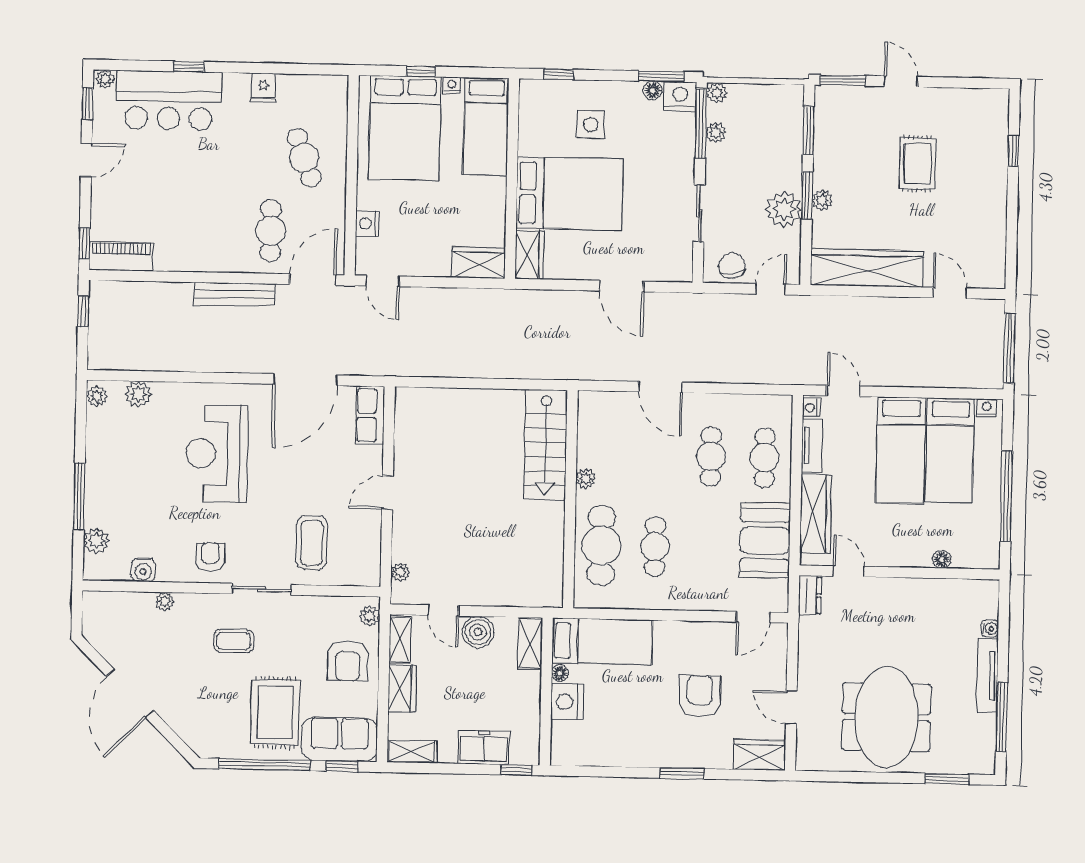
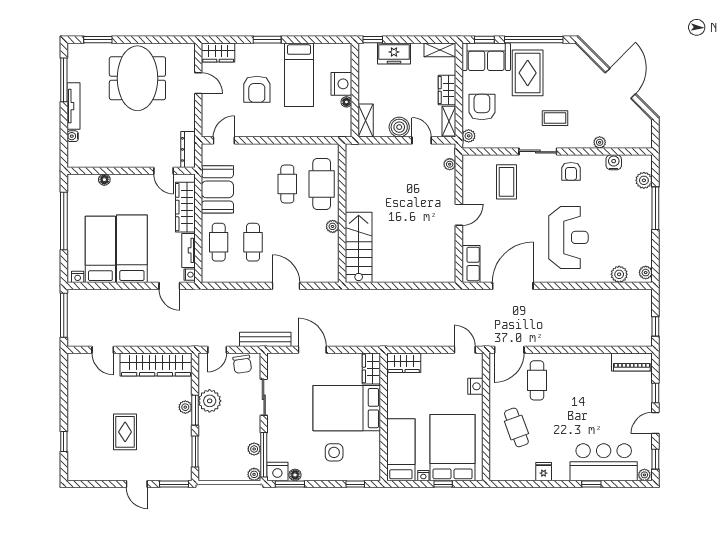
window: (85, 243) -> (655, 393), moved
bench: (234, 294) -> (265, 339), moved
dresser: (810, 595) -> (188, 149), width x1.44
bed: (602, 641) -> (299, 75), moved, turned -90

